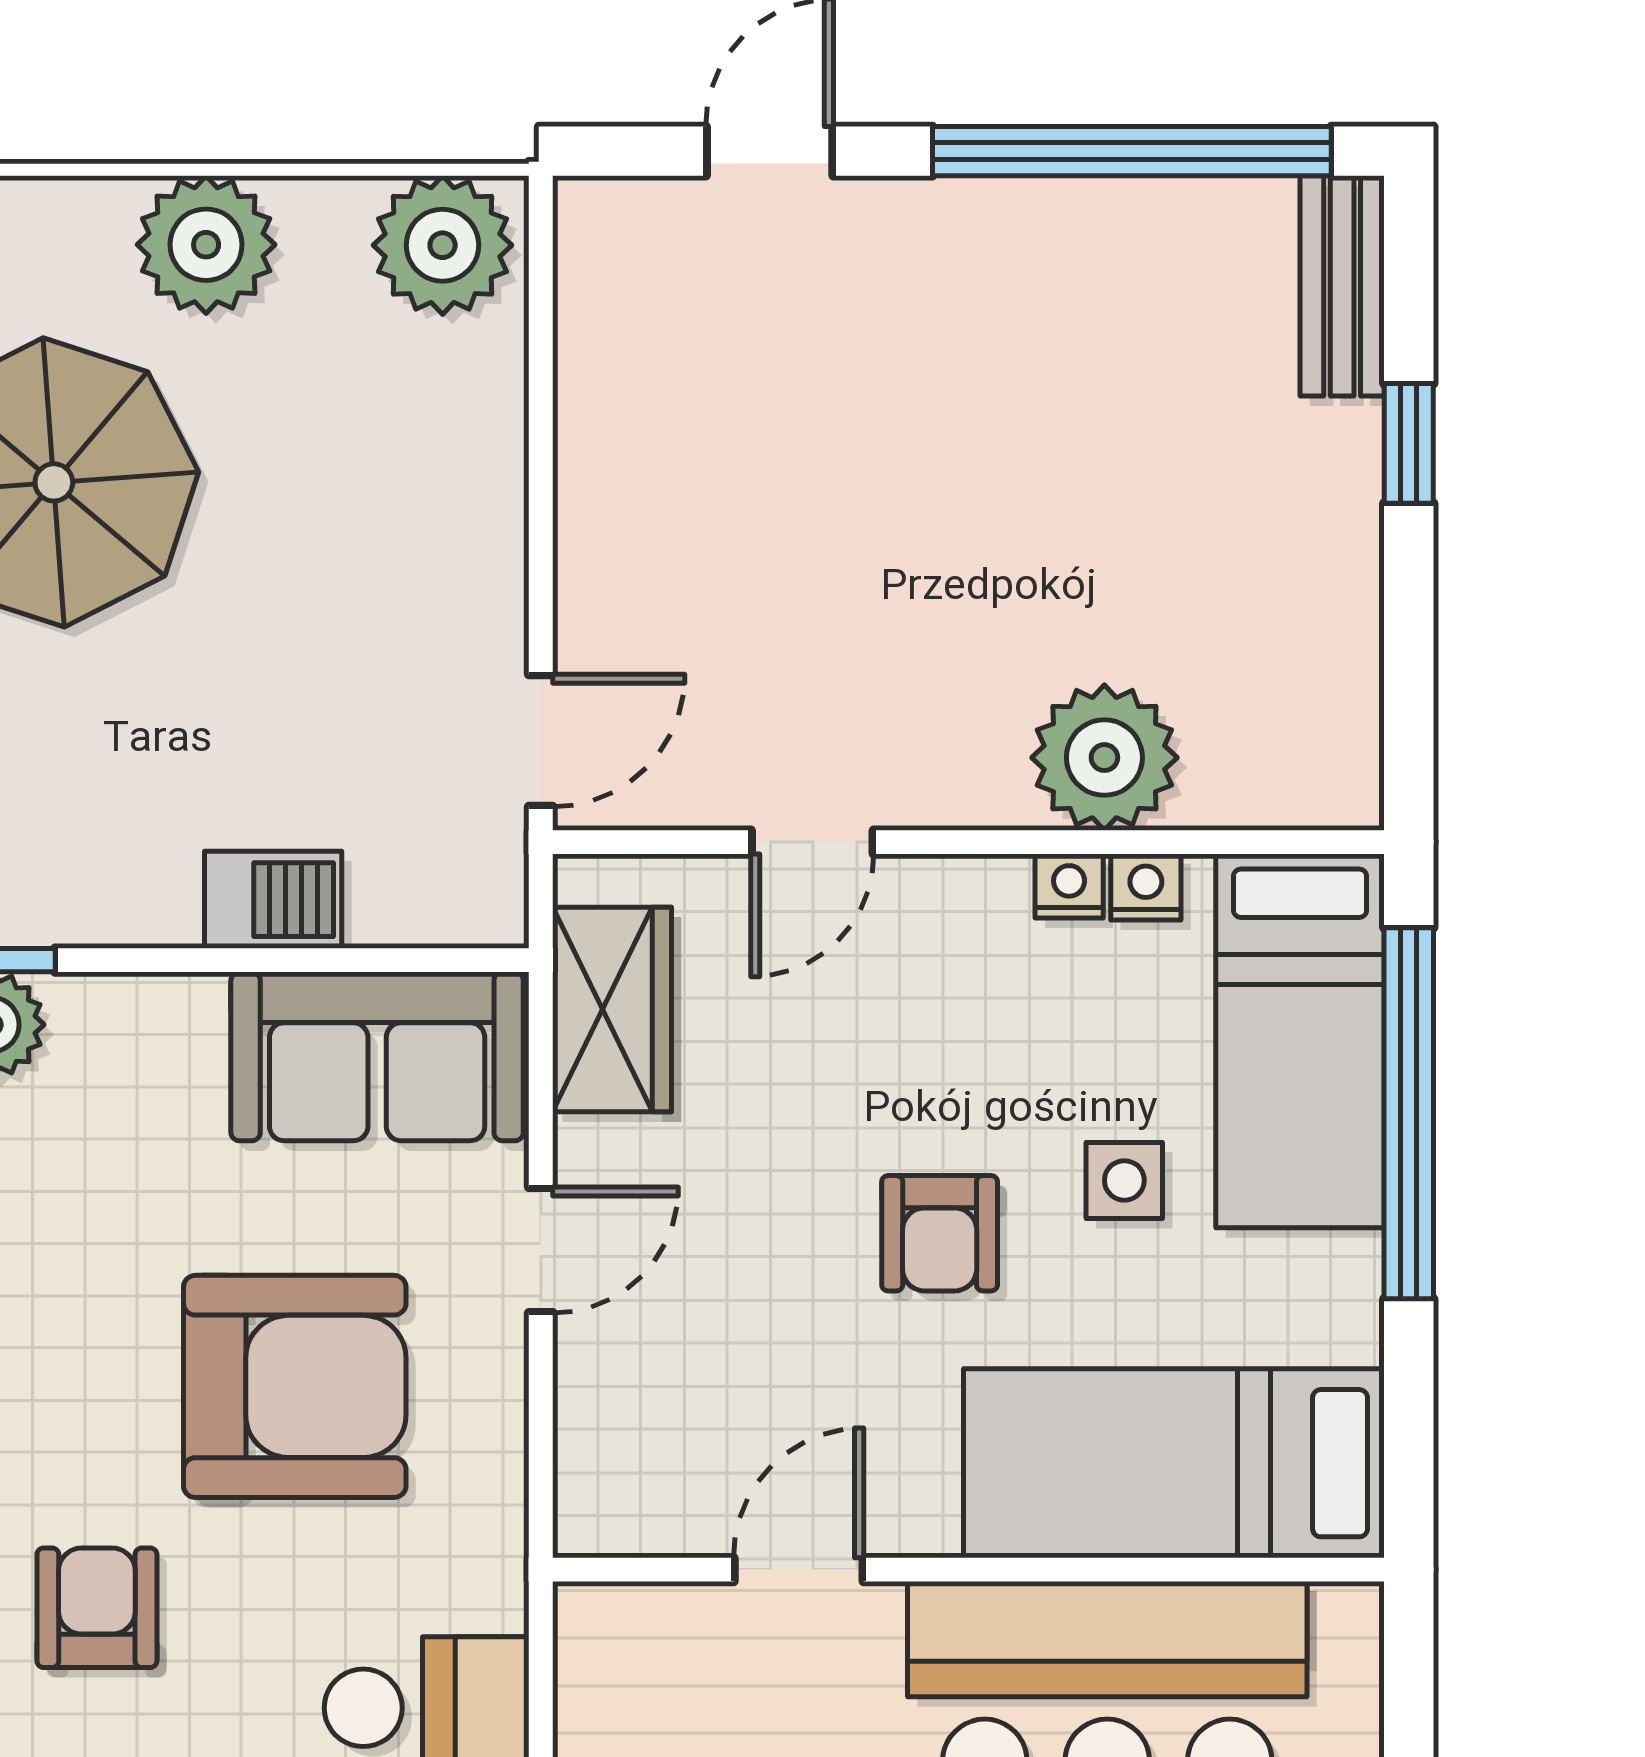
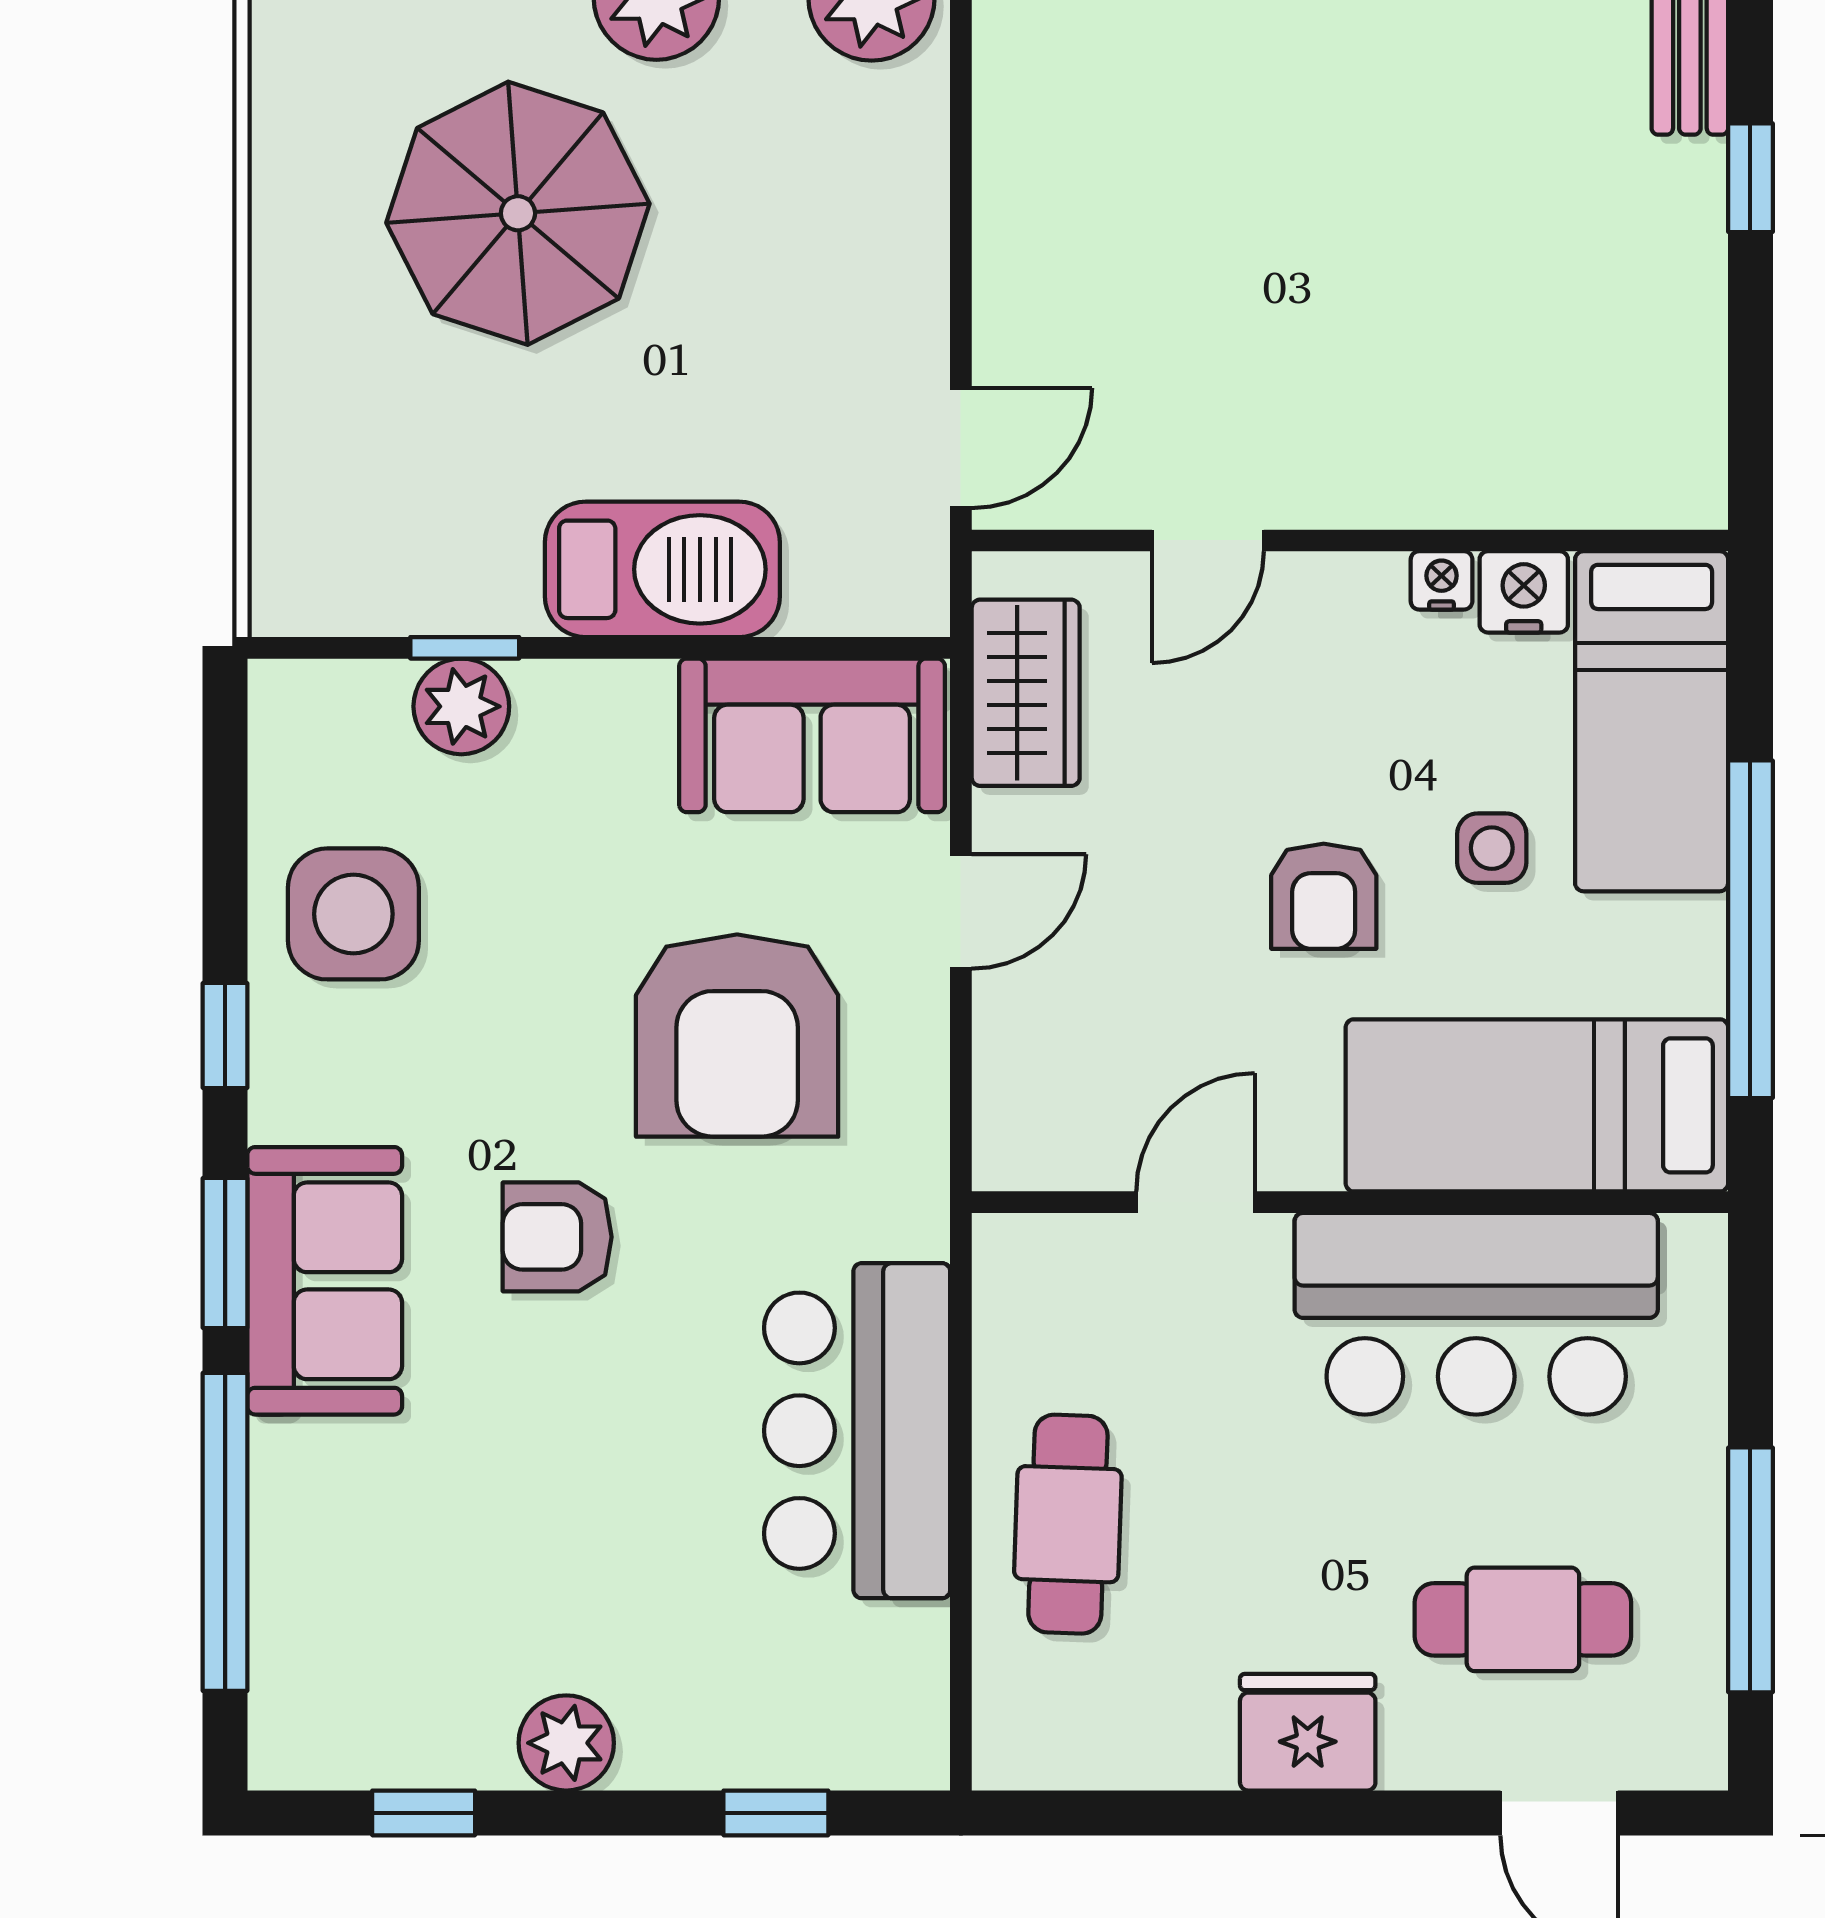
plant: (1104, 758) -> (1474, 463), removed
nightstand: (1146, 887) -> (1524, 592), width x1.39, depth x1.35
barbecue: (273, 900) -> (662, 569), width x1.88, depth x1.53
window: (1409, 1113) -> (1750, 929), moved
armchair: (295, 1386) -> (737, 1036), turned 90
armchair: (97, 1608) -> (557, 1237), turned -90

